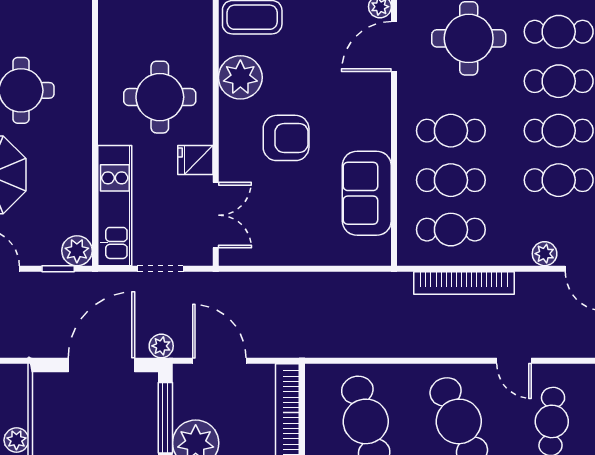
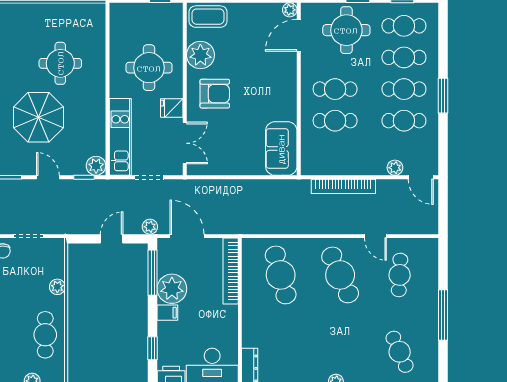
armchair: (286, 138) -> (215, 94), moved
sofa: (367, 193) -> (281, 149), moved
cafe table: (451, 230) -> (335, 152), removed
door: (101, 365) -> (112, 239), width x0.53

